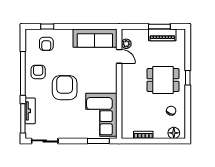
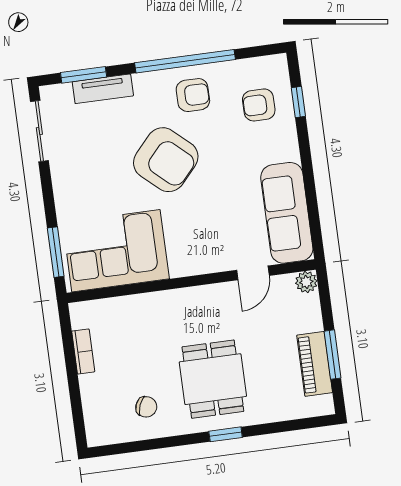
plant: (126, 44) -> (306, 282), moved
armchair: (65, 88) -> (166, 160), turned 42
window: (23, 118) -> (84, 75), width x0.69
floor lamp: (174, 133) -> (97, 420), removed

